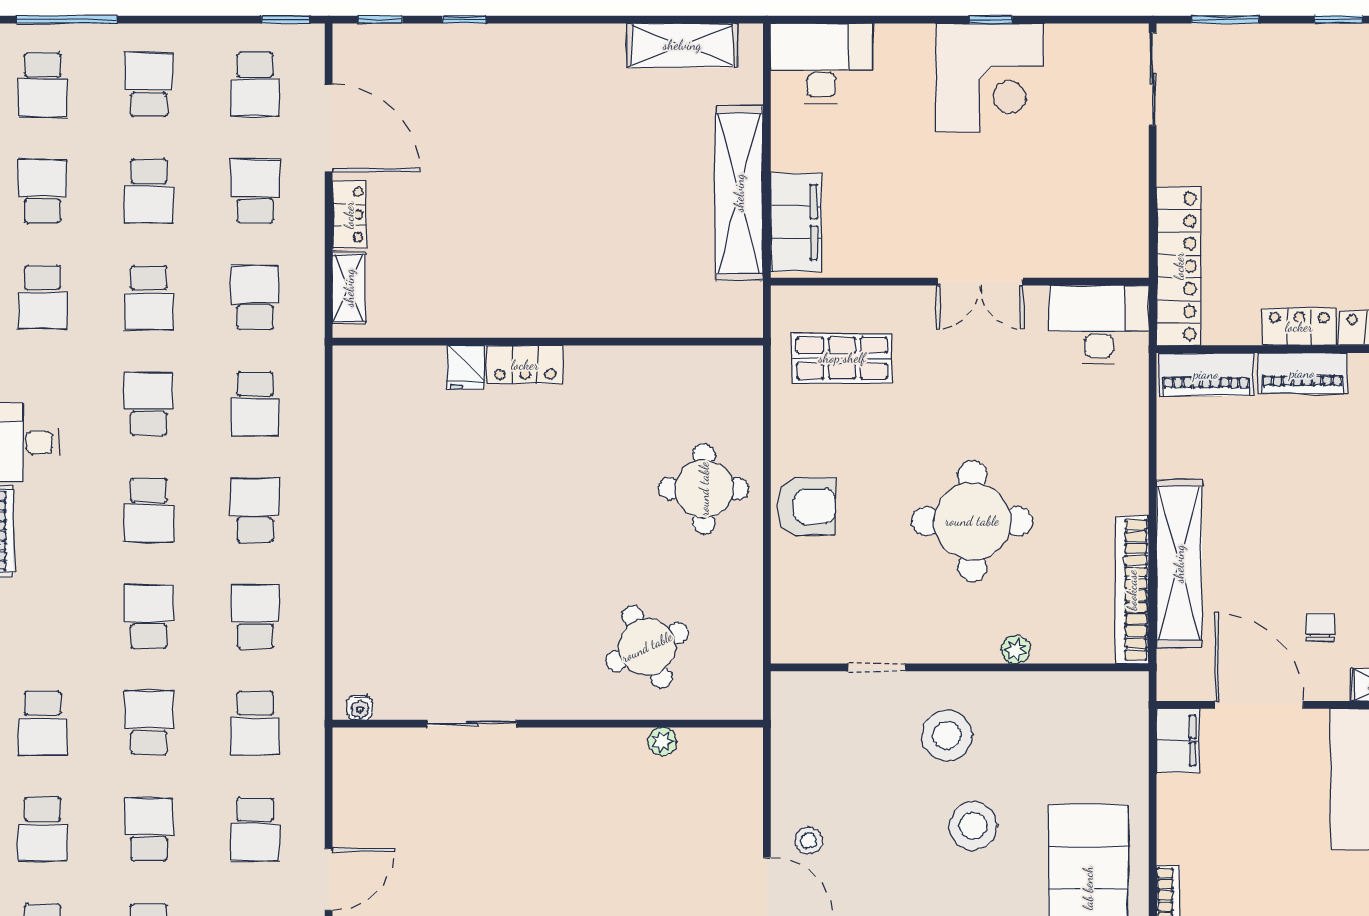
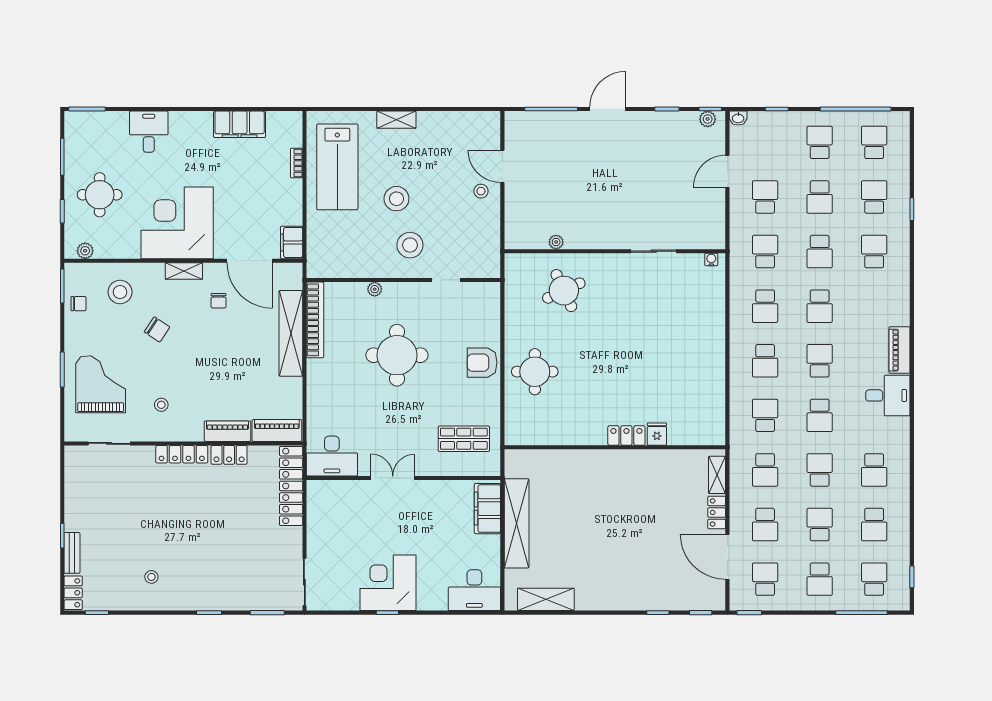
school desk: (43, 297) -> (874, 470), turned 180

